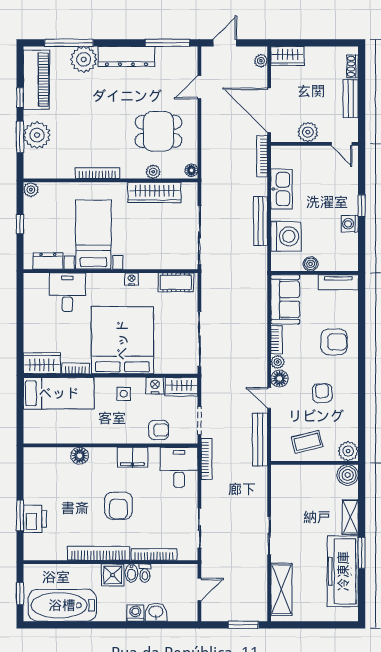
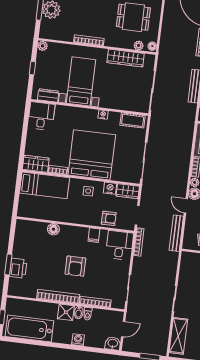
plant: (153, 172) -> (139, 45), moved
desk: (67, 292) -> (41, 116), moved
filing cabinet: (132, 457) -> (94, 235), width x0.50
washbasin: (156, 612) -> (113, 343), moved

